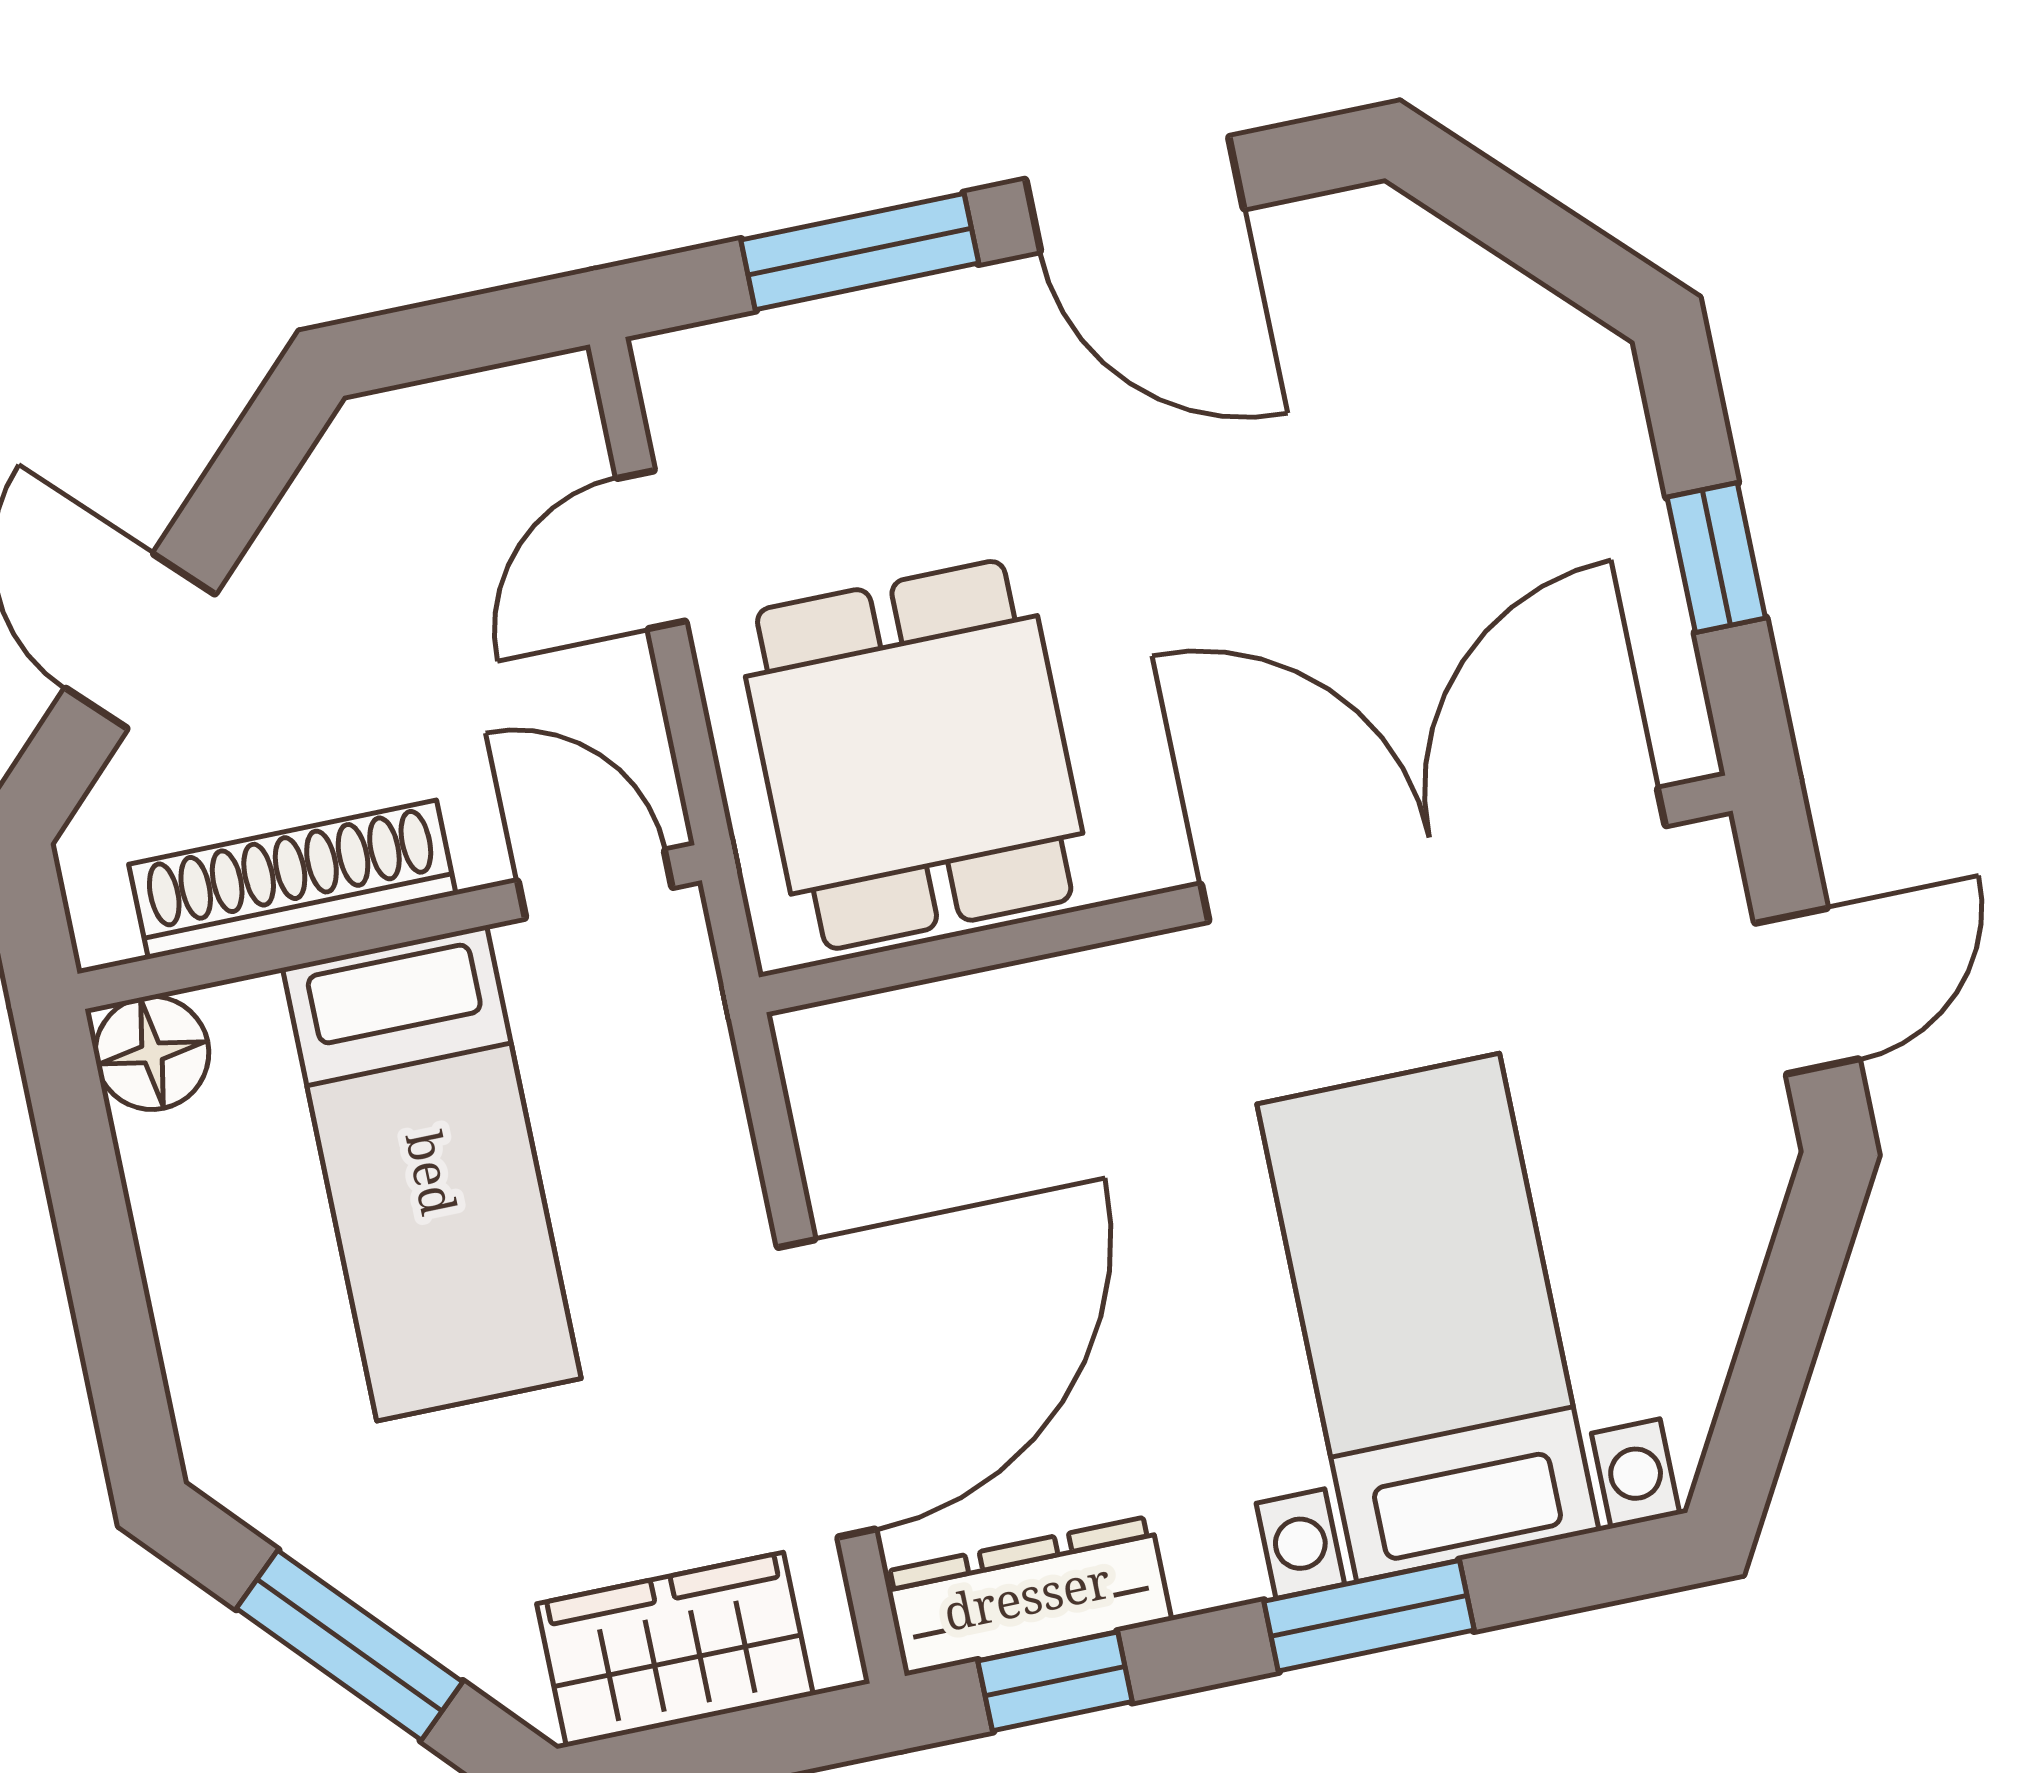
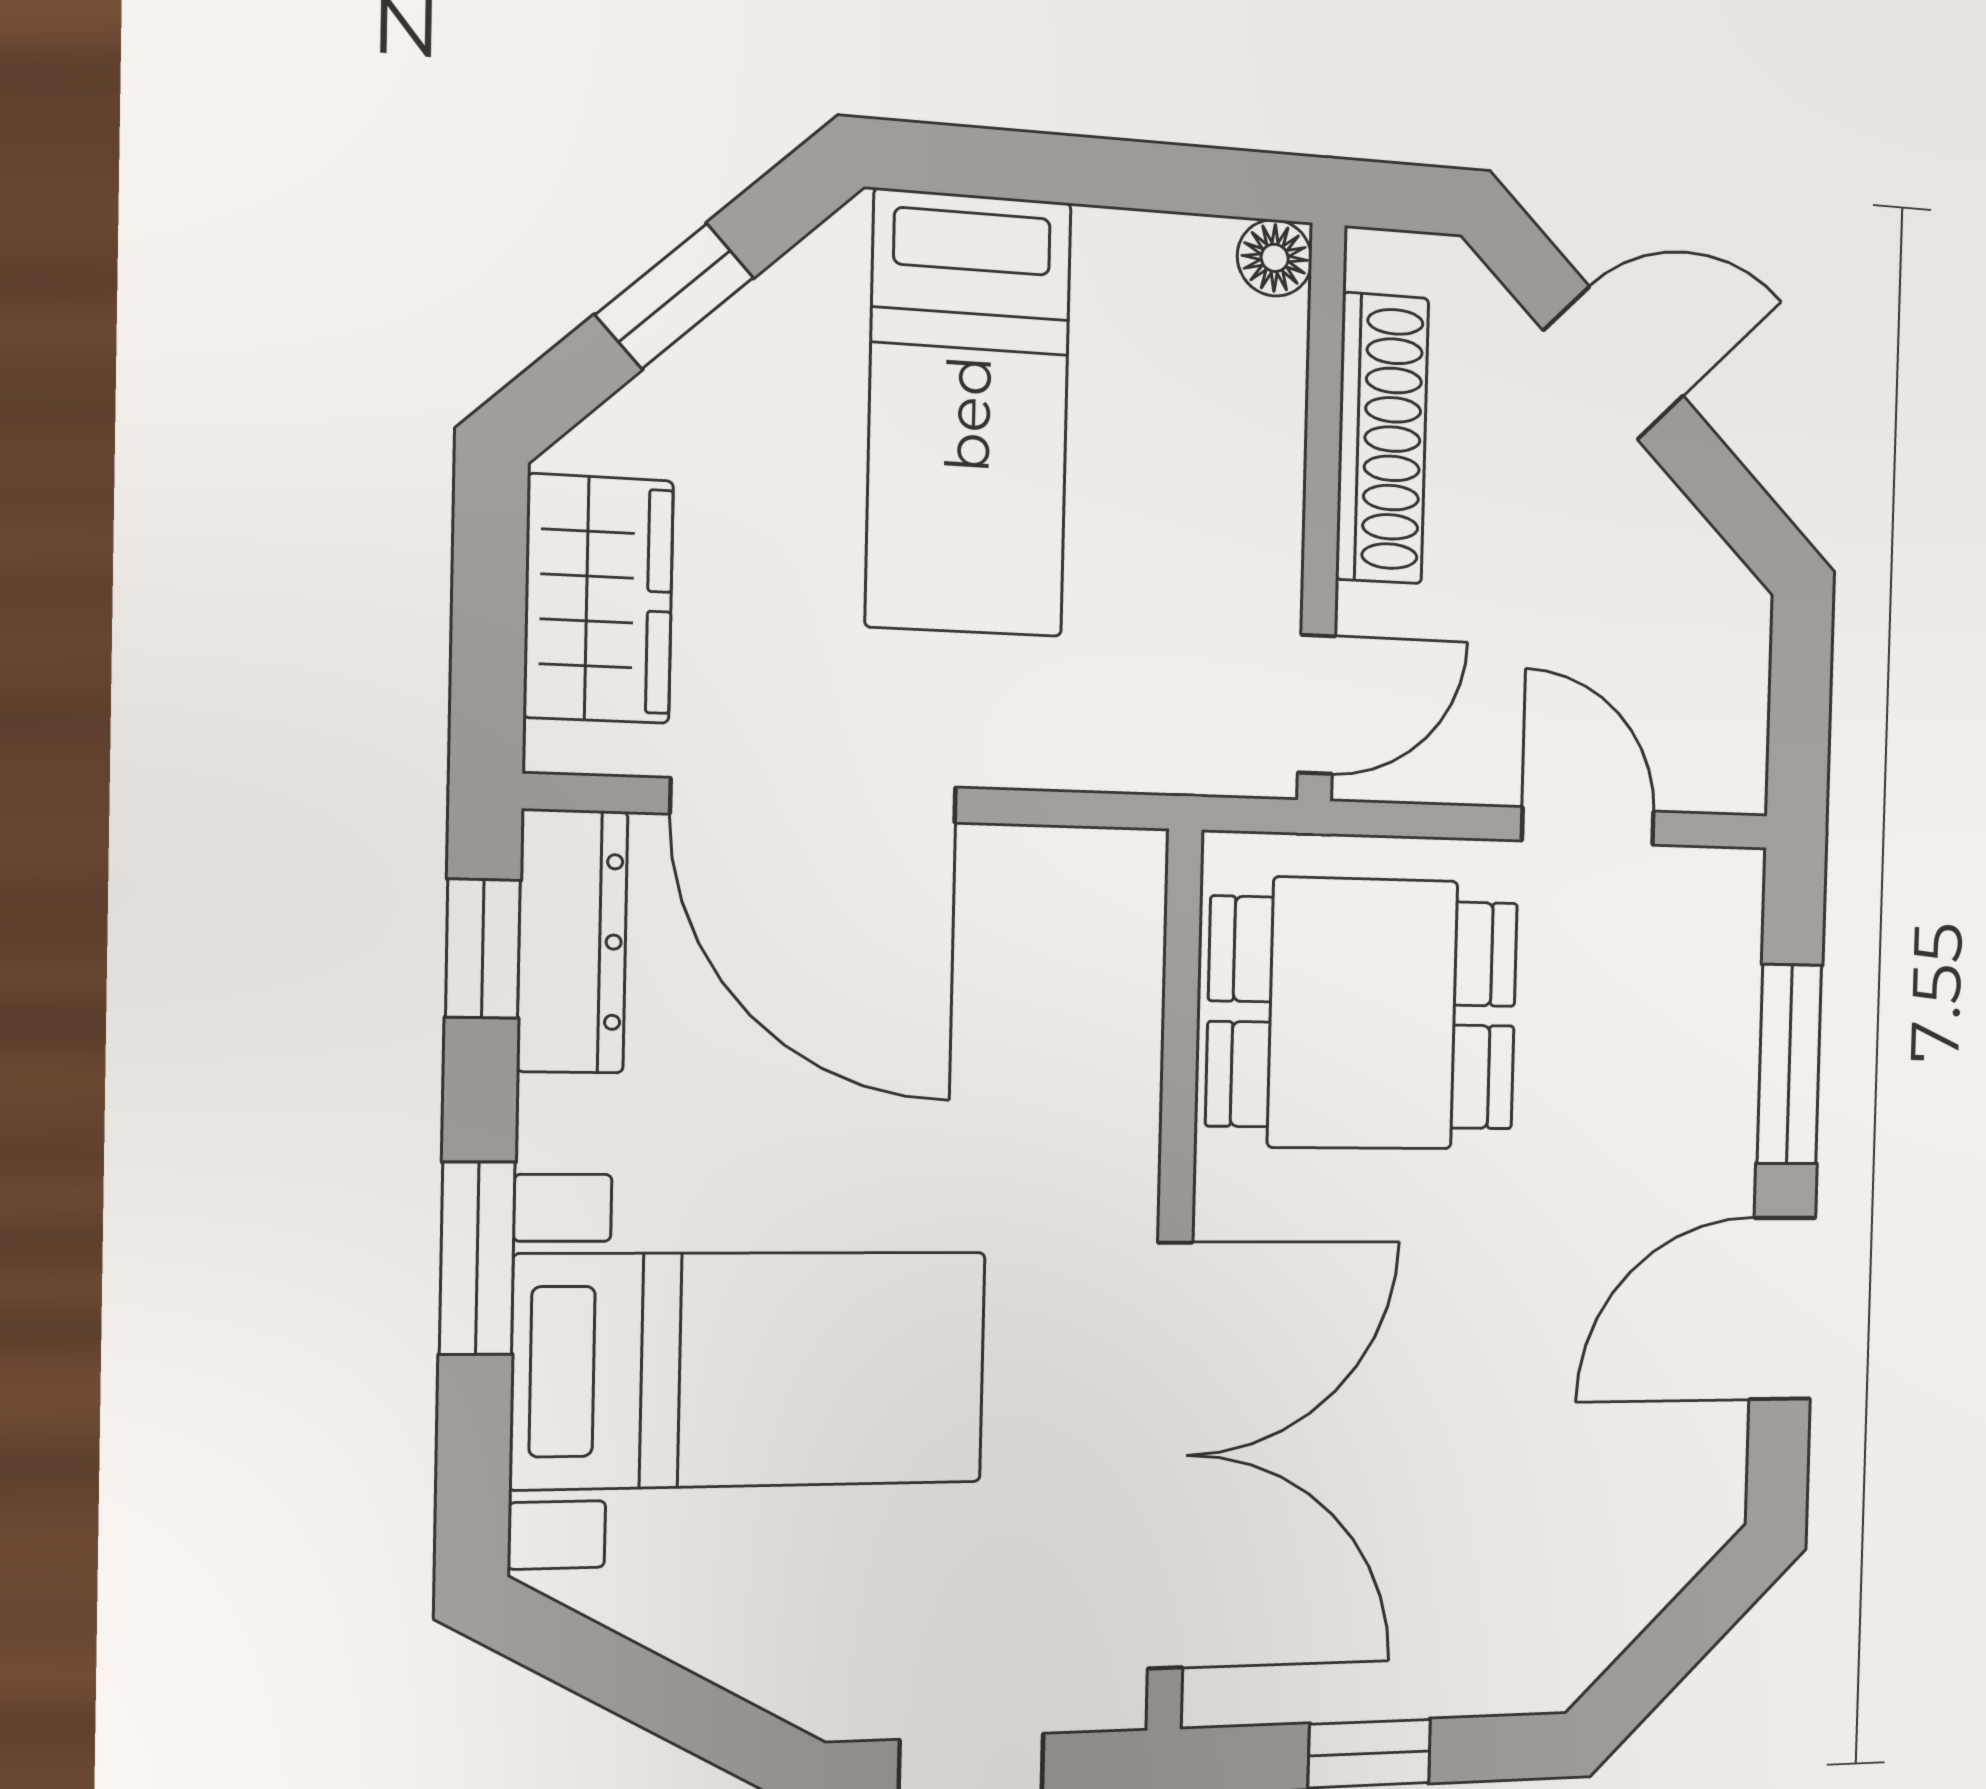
floor lamp: (152, 1053) -> (1275, 258), width x0.73, depth x0.73
bed: (432, 1173) -> (968, 414), moved, turned -90
window: (350, 1645) -> (674, 296), width x0.67

